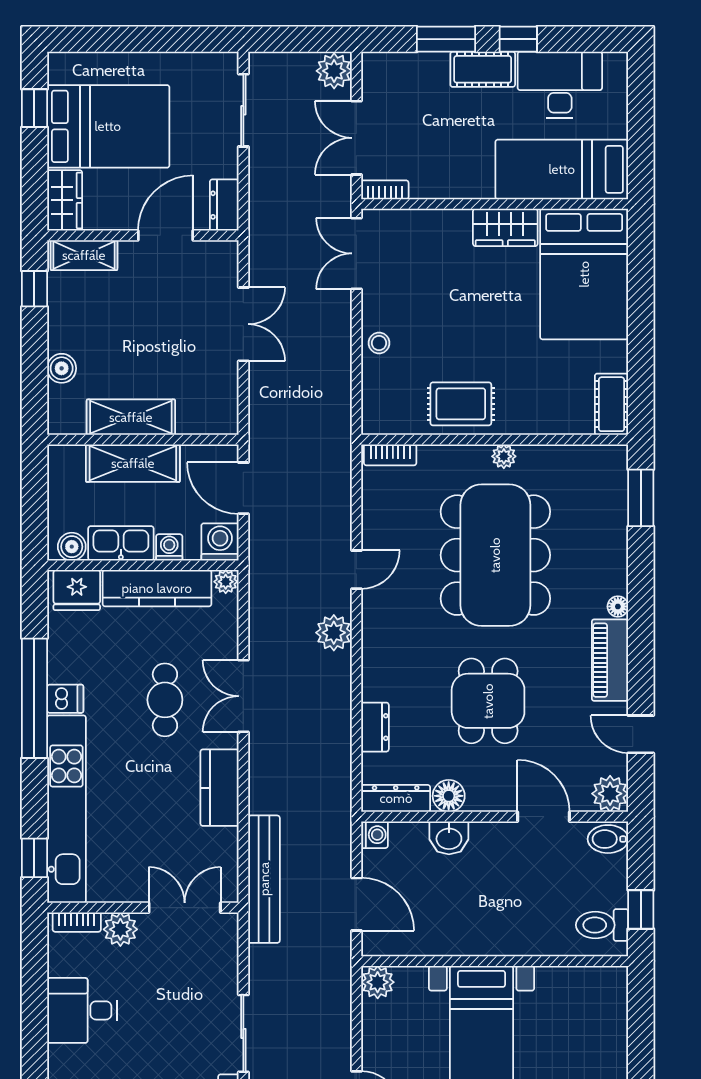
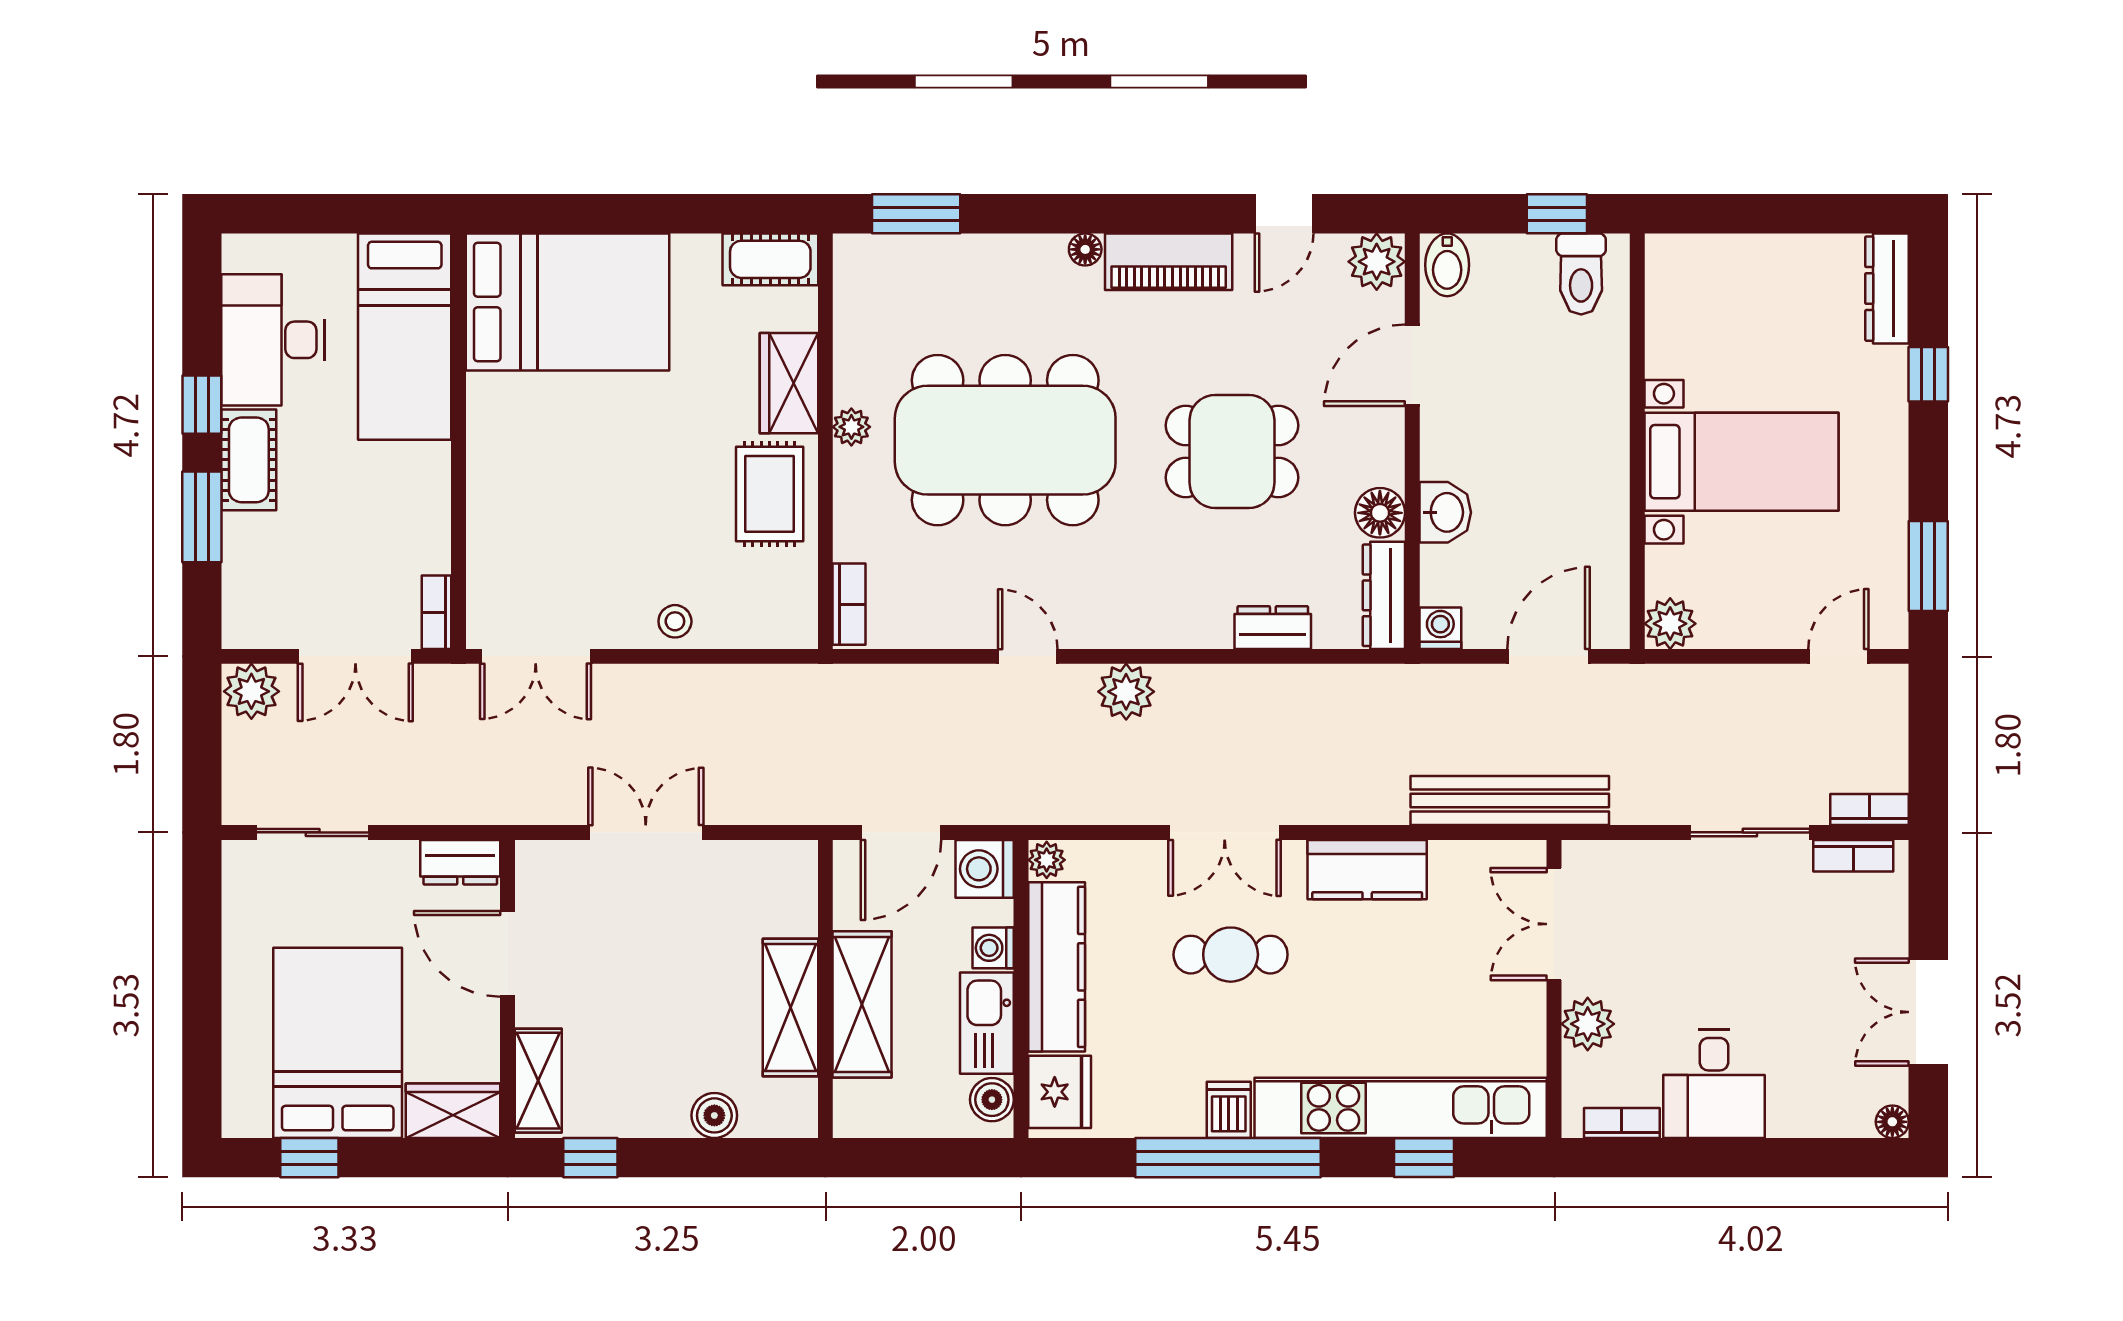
wardrobe: (505, 227) -> (789, 383), moved, turned 180
window: (34, 858) -> (1424, 1158), moved
bookcase: (77, 922) -> (1622, 1123), moved, turned -90

